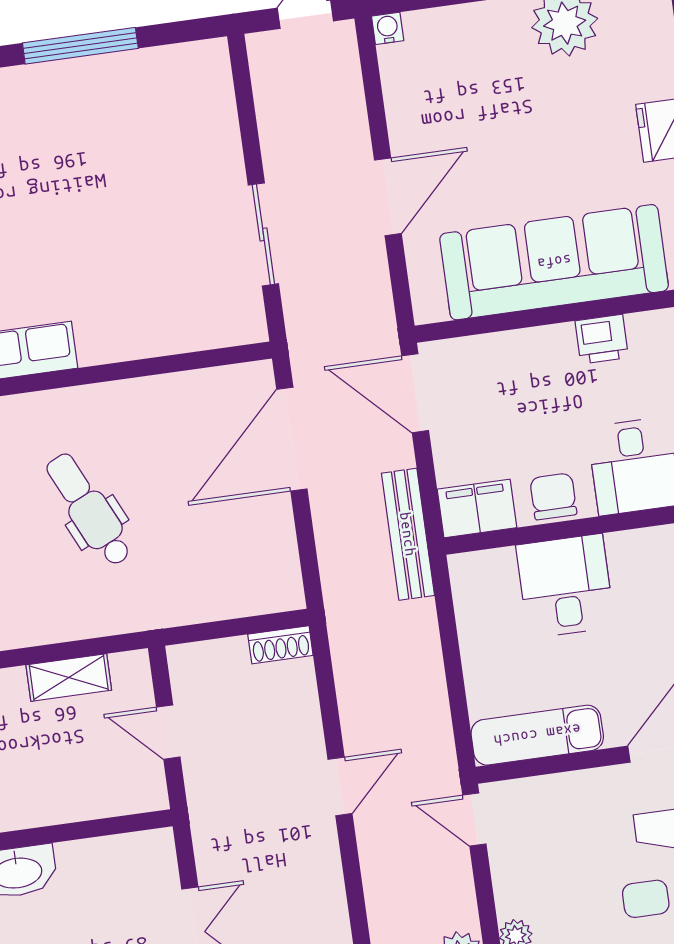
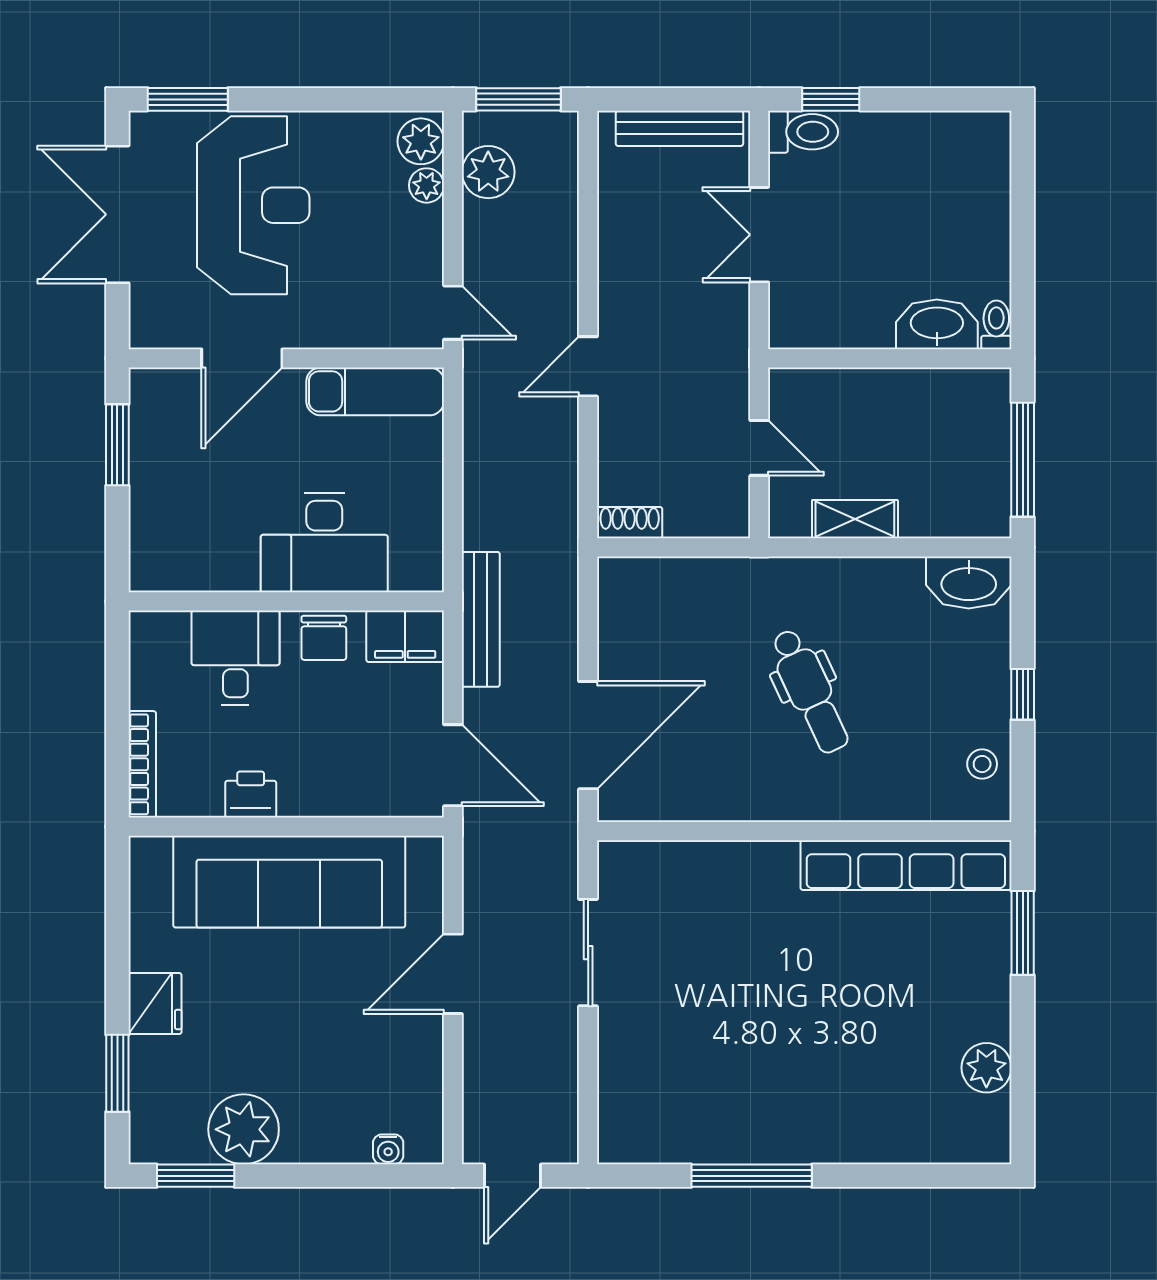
water cooler: (388, 28) -> (388, 1149), moved
desk: (565, 586) -> (324, 543), width x1.37

